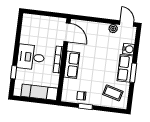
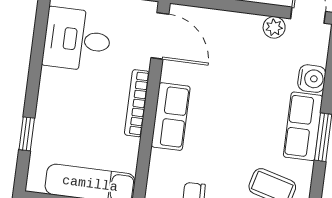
desk: (31, 57) -> (77, 40), moved

